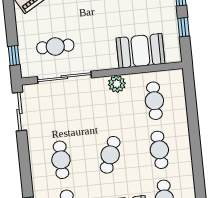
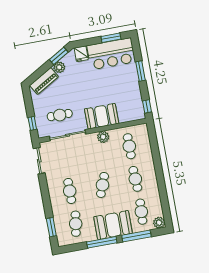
window: (183, 27) -> (147, 106), moved
booth: (140, 51) -> (102, 116), moved

